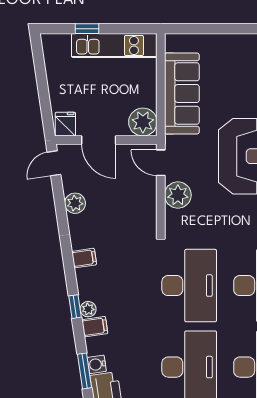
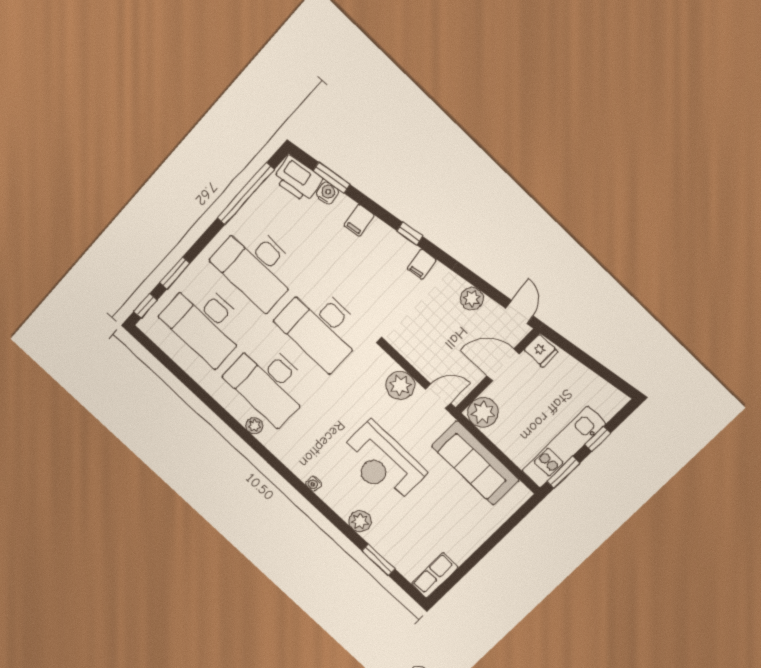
window: (131, 29) -> (563, 472), added
window: (75, 307) -> (410, 234), moved
plant: (88, 309) -> (378, 228), removed

